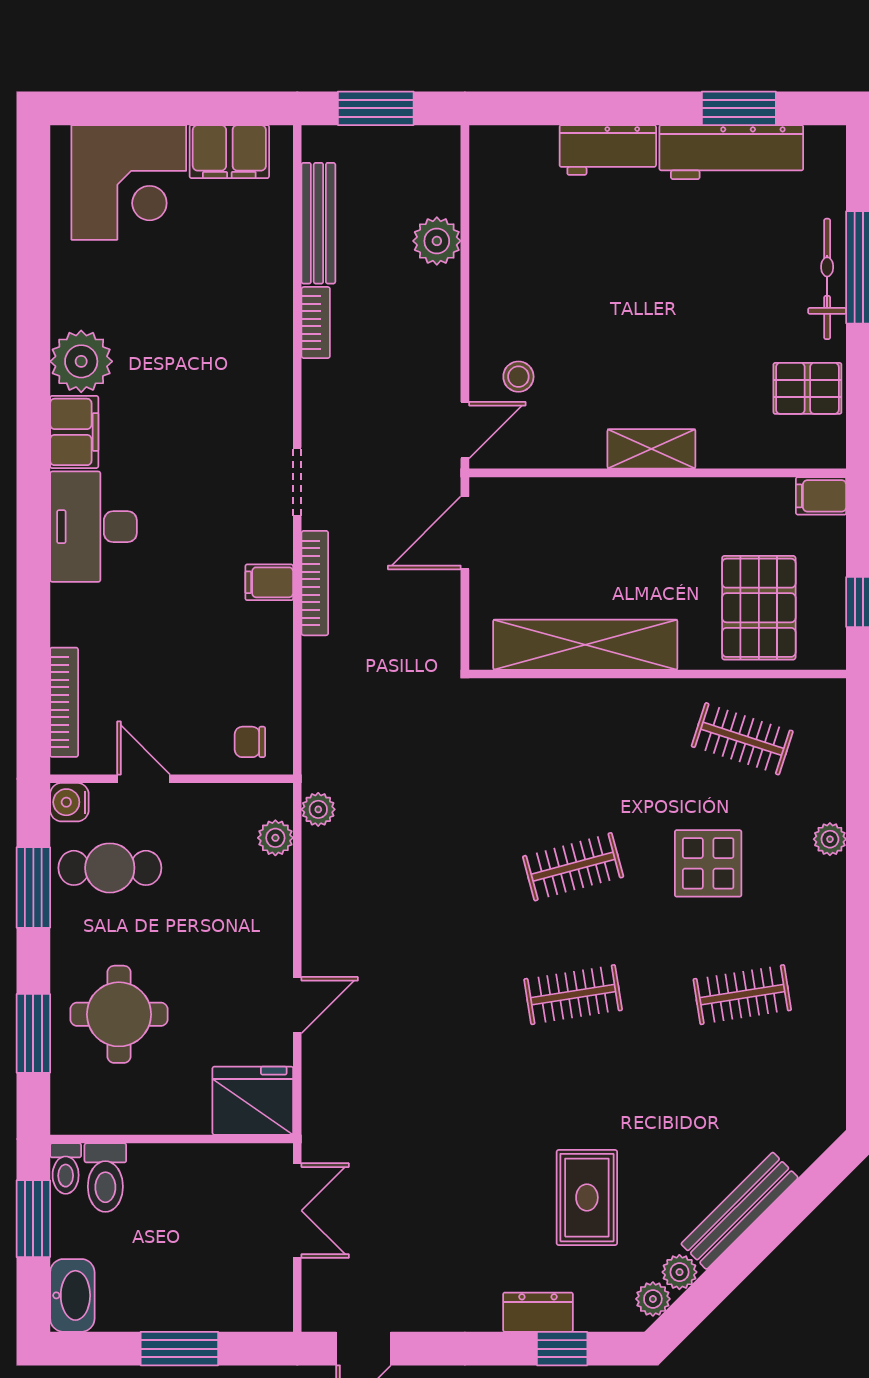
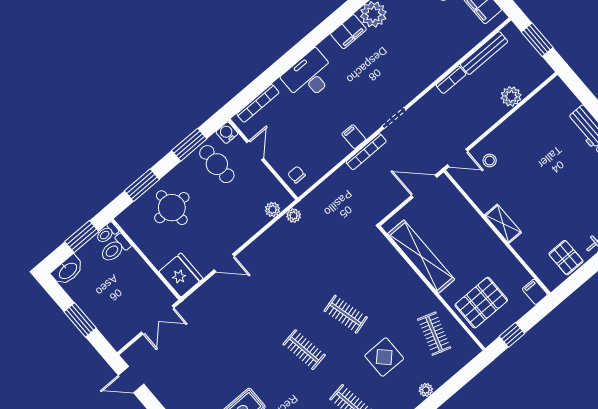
desk: (93, 527) -> (309, 76), moved

